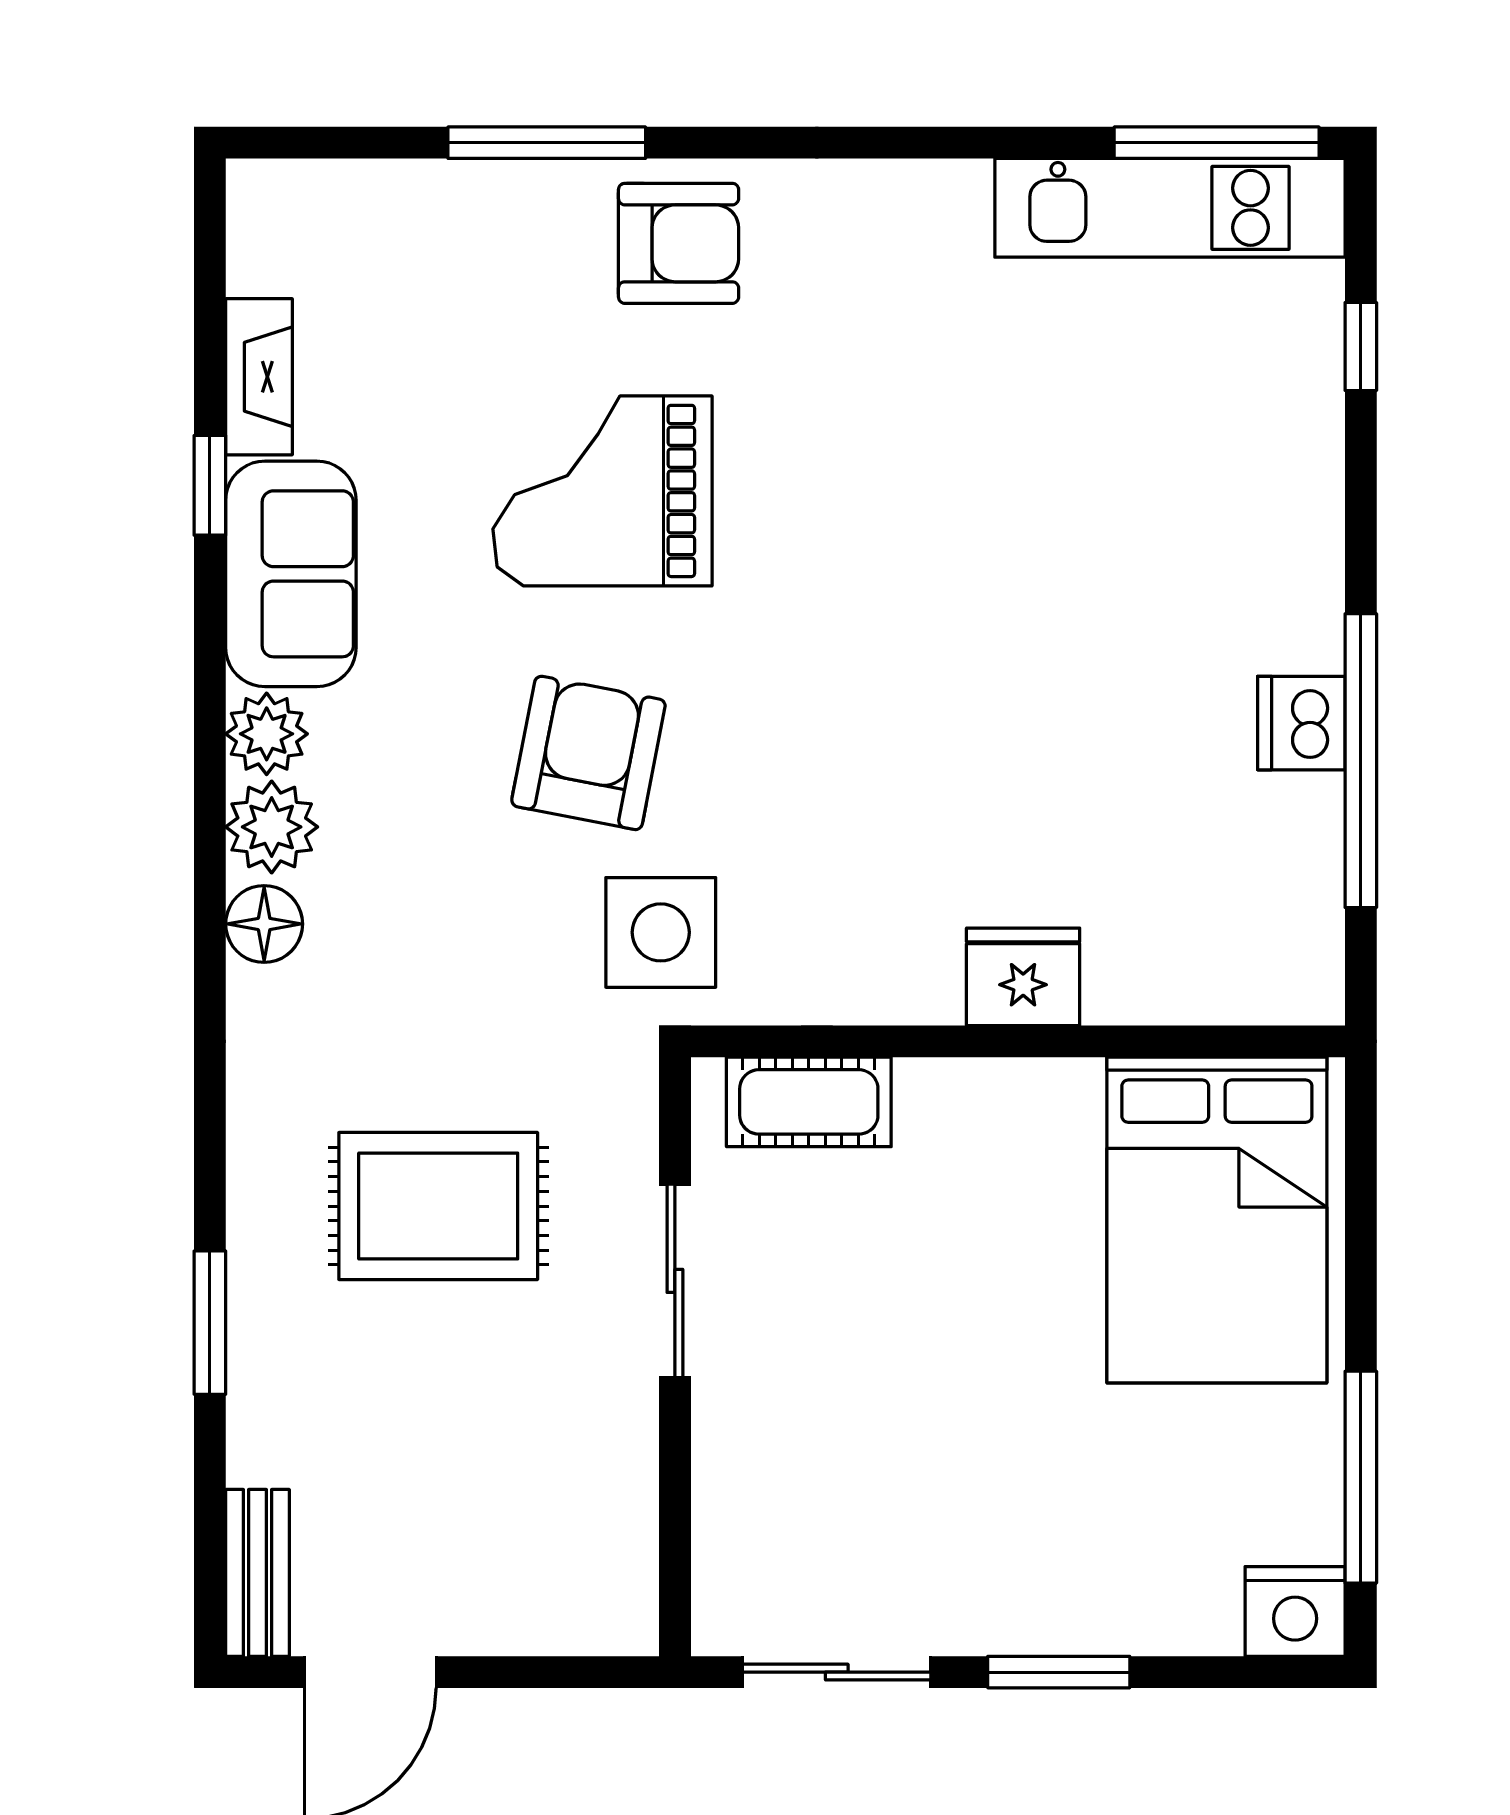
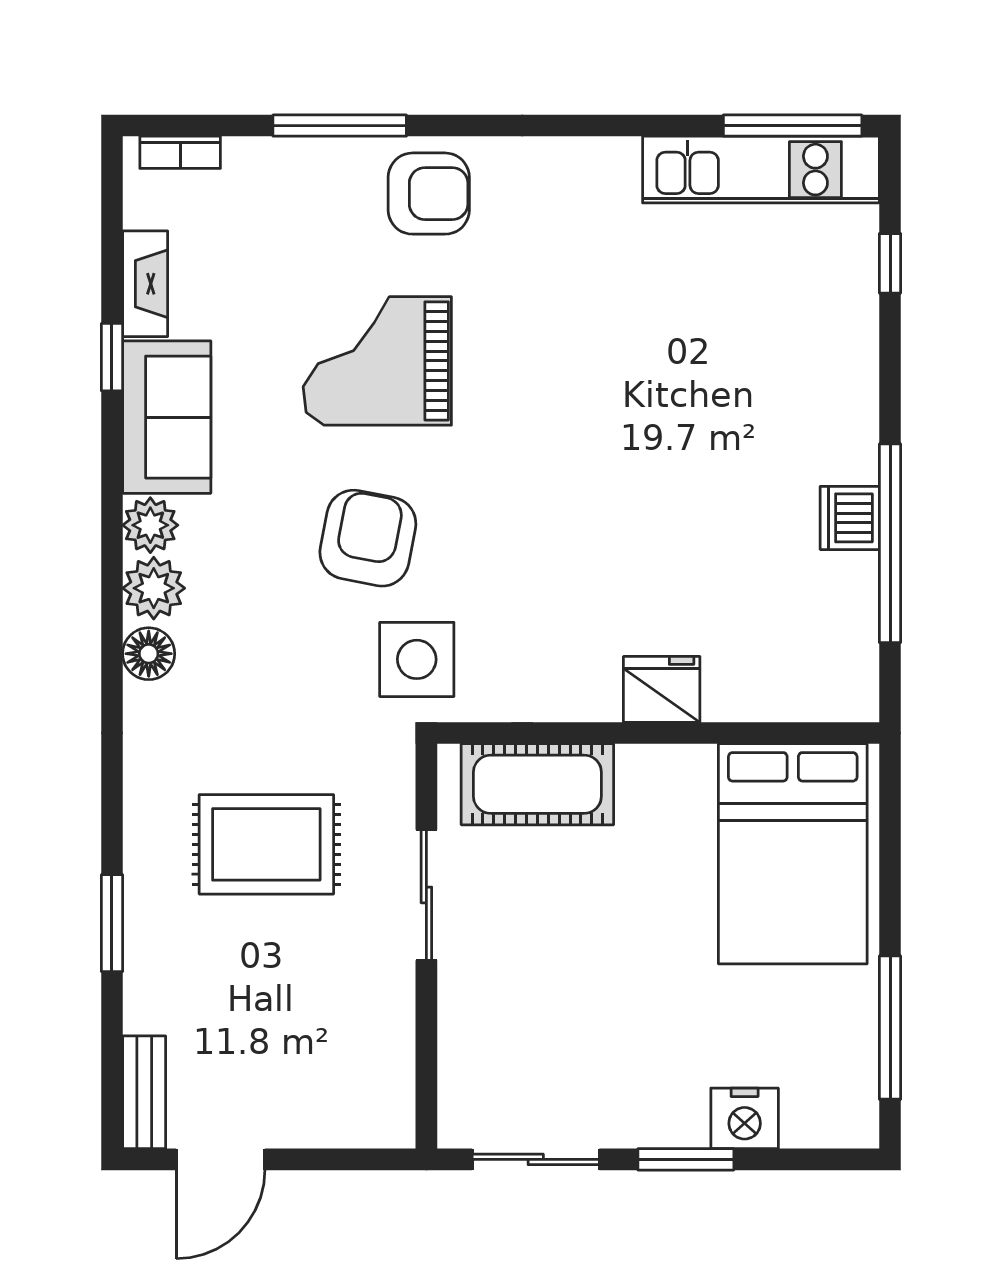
bookcase: (311, 182) -> (180, 152), added
cot: (809, 1102) -> (537, 784), width x1.37, depth x1.34
nightstand: (1295, 1611) -> (745, 1118), moved

